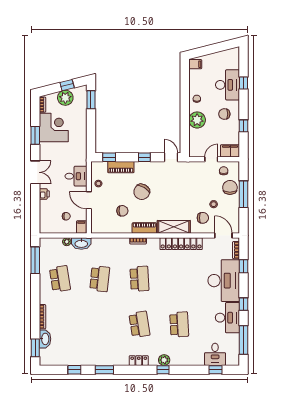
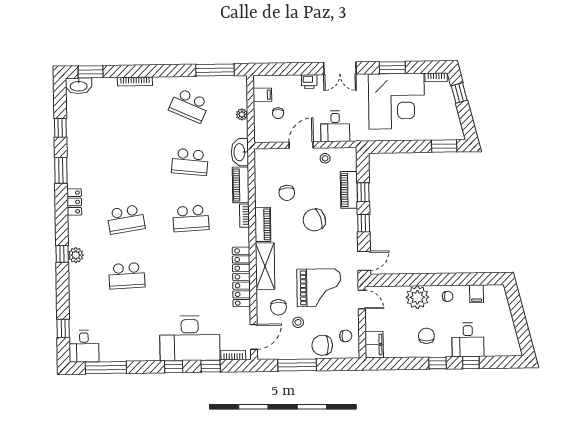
filing cabinet: (195, 64) -> (477, 294), moved
window: (67, 85) -> (459, 93), moved
desk: (228, 85) -> (468, 340), width x0.73
plant: (65, 98) -> (446, 110), removed
window: (244, 126) -> (438, 363), moved
corner desk: (54, 128) -> (396, 101), width x1.36, depth x1.36
window: (109, 157) -> (363, 192), moved
door: (211, 159) -> (362, 300), moved
chair: (230, 187) -> (322, 345), turned 180
grand piano: (189, 189) -> (319, 288), added
chair: (142, 192) -> (314, 220), turned -49
window: (244, 194) -> (297, 365), moved
filing cabinet: (81, 227) -> (262, 95), moved
piano: (116, 243) -> (241, 185), added
washbasin: (81, 244) -> (240, 152), moved
school desk: (60, 279) -> (189, 106), turned 33
window: (244, 304) -> (174, 367), moved
desk: (227, 318) -> (137, 344), removed
washbasin: (45, 339) -> (79, 86), moved
desk: (215, 354) -> (84, 346), moved, turned -90
locker: (139, 361) -> (74, 202), moved

